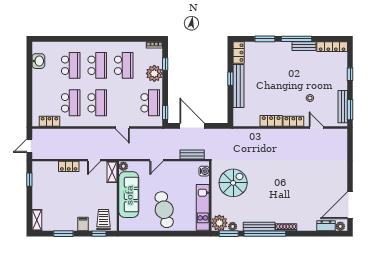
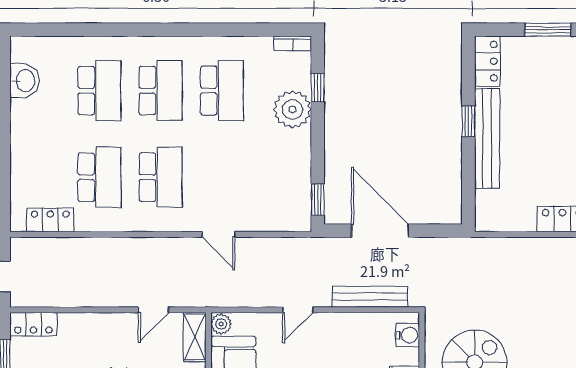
school desk: (150, 103) -> (283, 177), removed
bench: (192, 155) -> (370, 297), width x1.36
locker: (69, 166) -> (33, 324), moved

